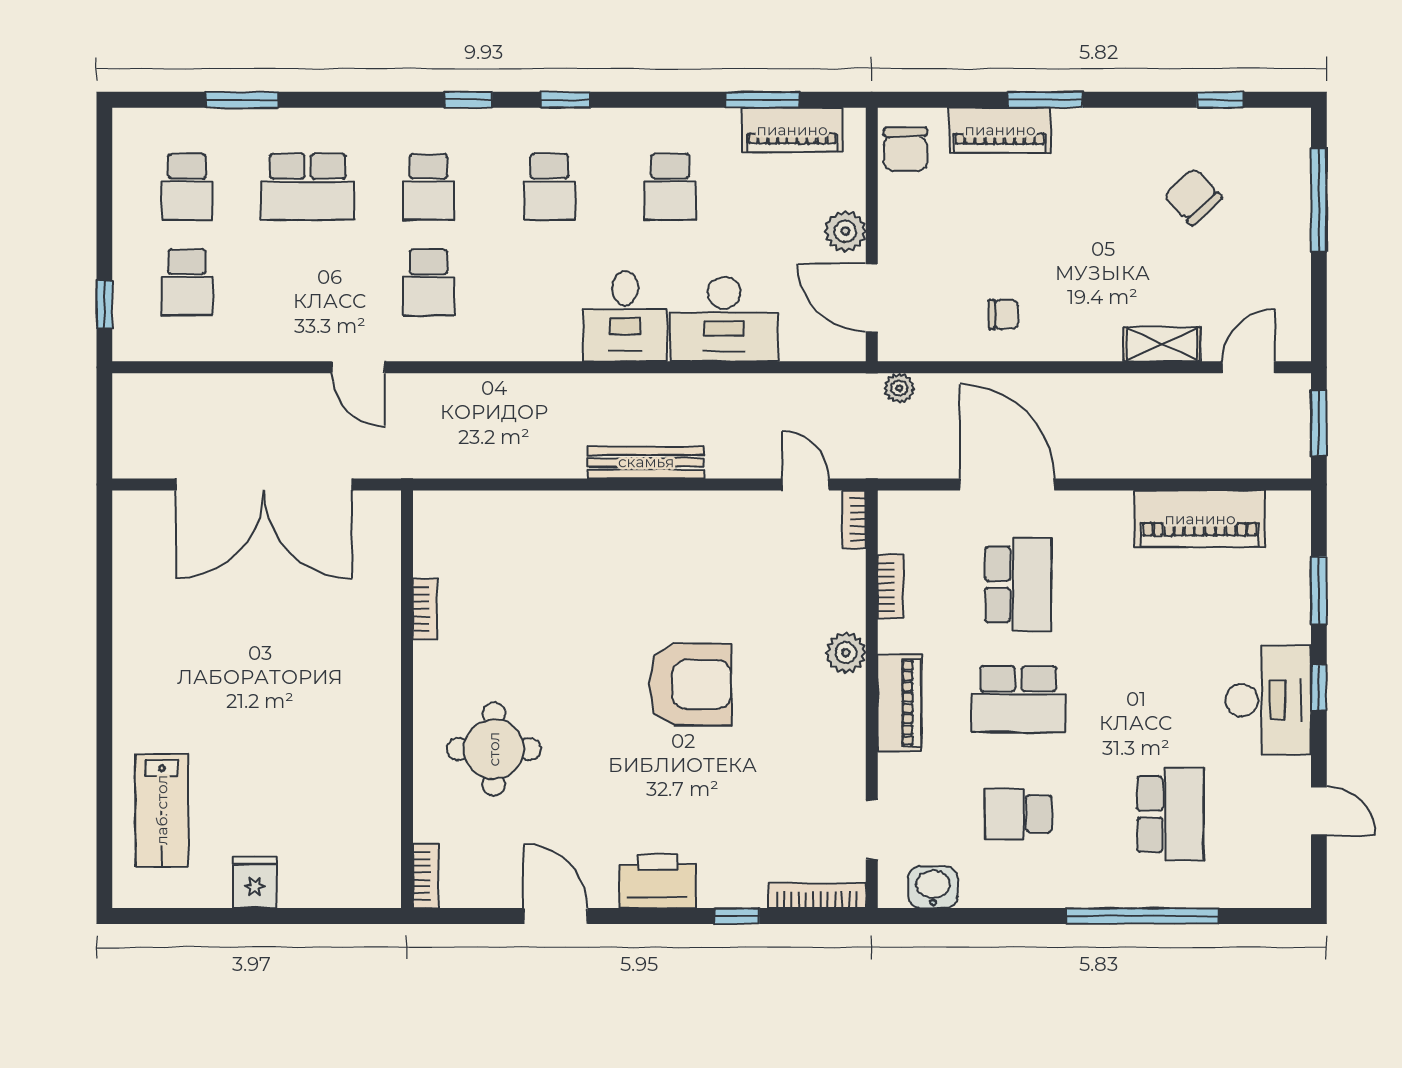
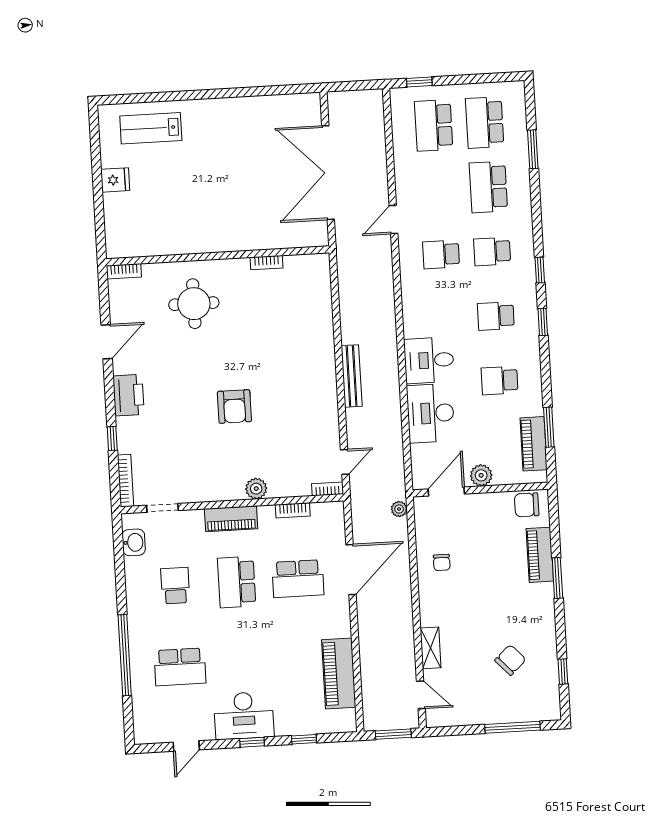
school desk: (187, 187) -> (485, 122), width x1.85
school desk: (187, 282) -> (434, 125), width x1.85
window: (1319, 590) -> (304, 739), width x0.67
armchair: (690, 684) -> (234, 406), width x0.73, depth x0.73

